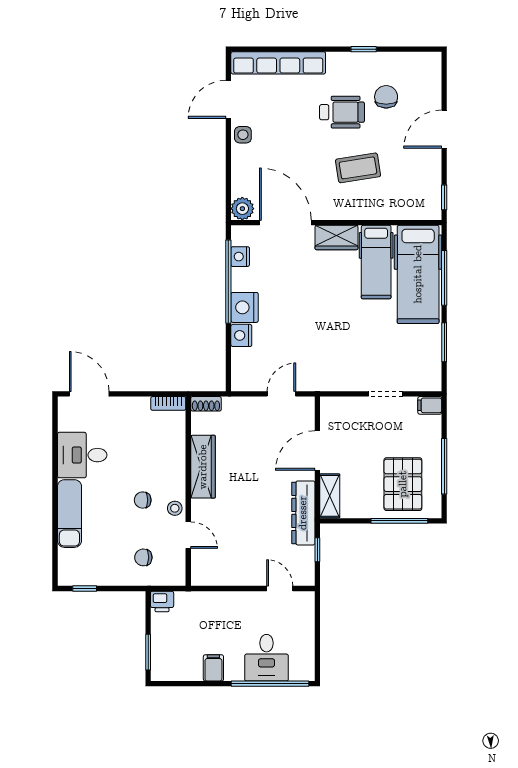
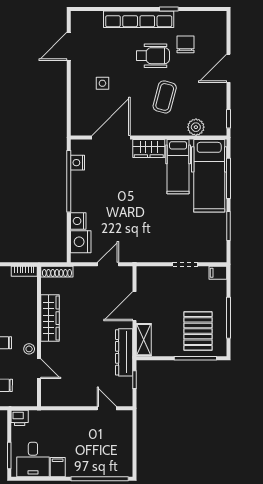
row of seats: (278, 63) -> (139, 19), moved
side table: (243, 135) -> (102, 83), moved
coffee table: (358, 168) -> (165, 97), turned -66
plant: (242, 209) -> (196, 127), moved
door: (285, 223) -> (111, 137), hinge flipped
nightstand: (245, 307) -> (81, 242), moved
shoe rack: (206, 404) -> (57, 272), width x1.43
desk: (267, 658) -> (33, 460), moved

